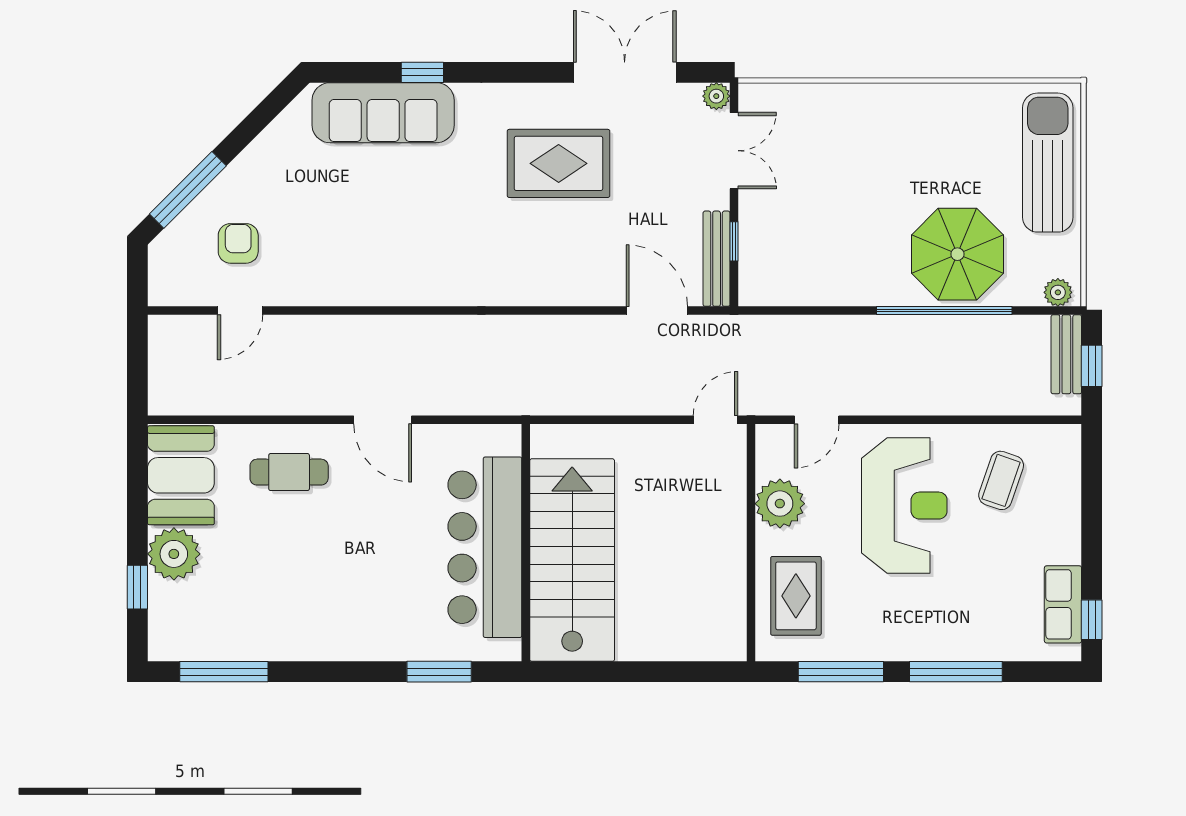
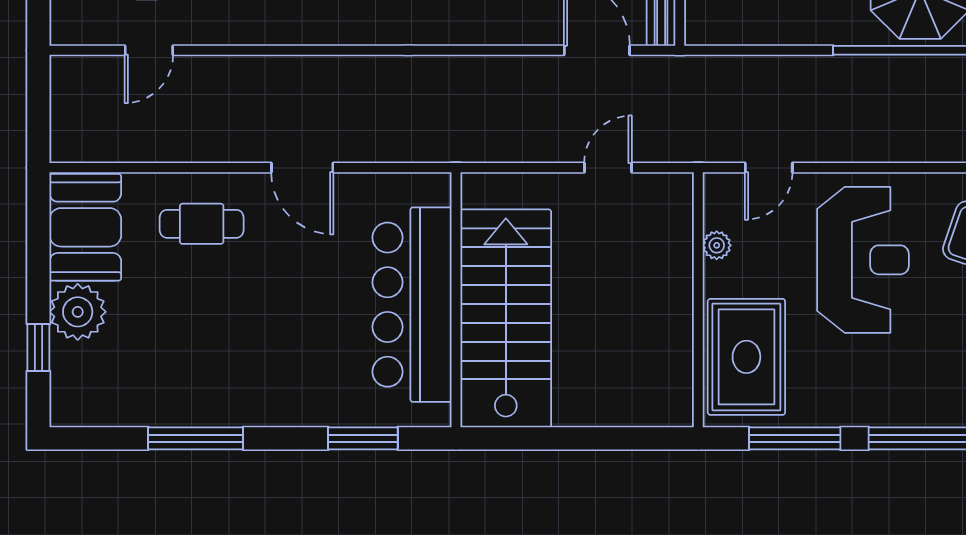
door: (716, 420) -> (608, 168), moved
plant: (780, 504) -> (717, 245), width x0.53, depth x0.53
rug: (796, 596) -> (746, 357), width x1.36, depth x1.43
window: (224, 672) -> (195, 438), moved

